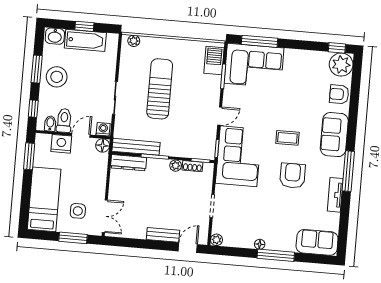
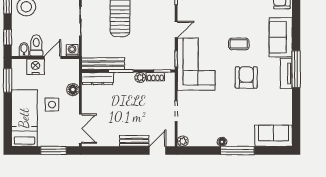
floor lamp: (103, 145) -> (73, 90), moved
tv unit: (335, 195) -> (286, 73), moved
side table: (78, 211) -> (52, 105), moved

